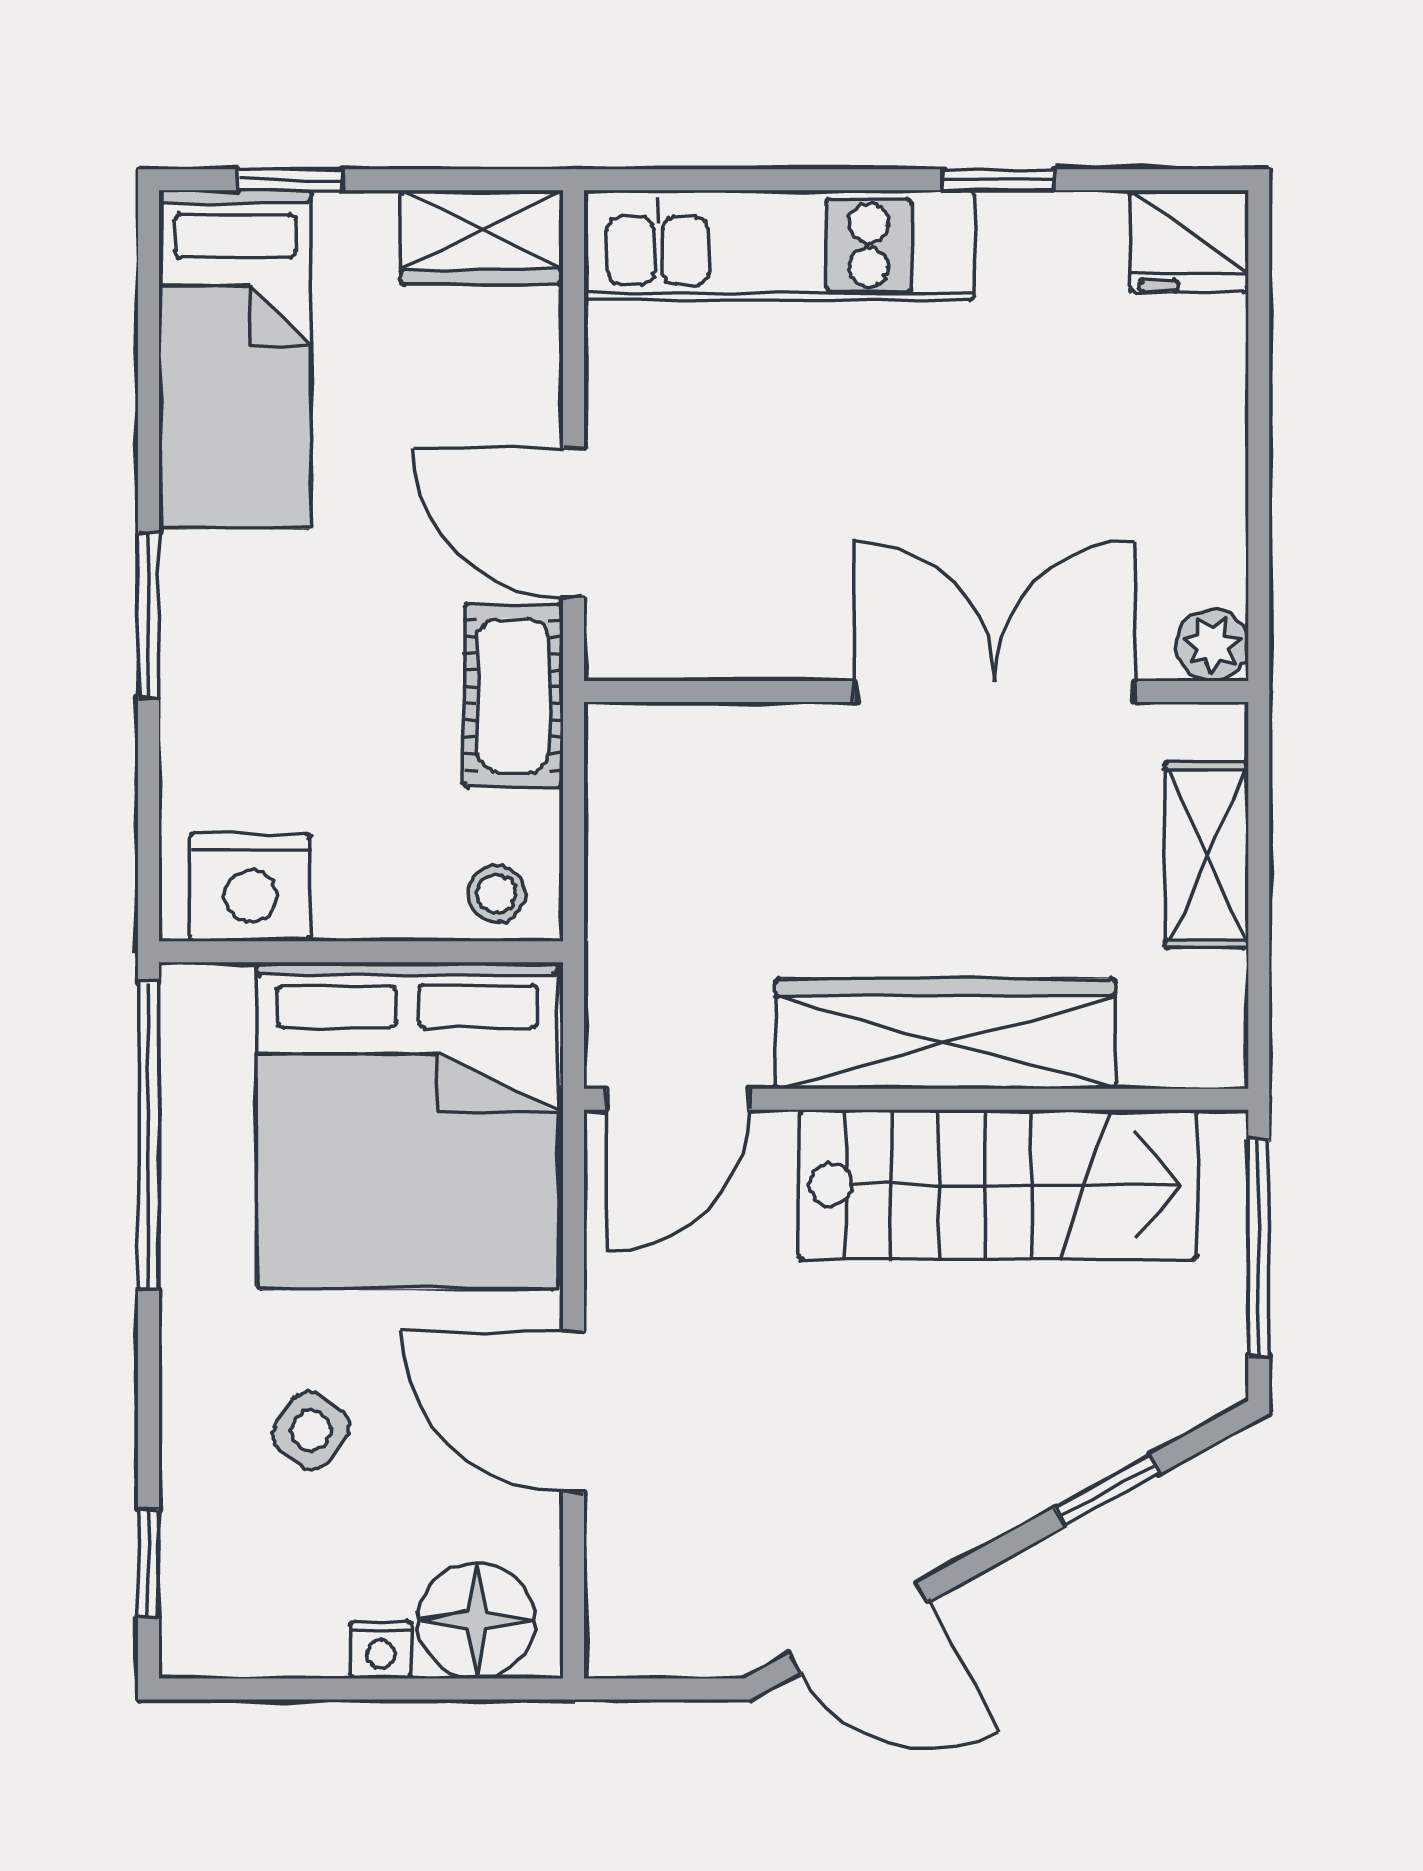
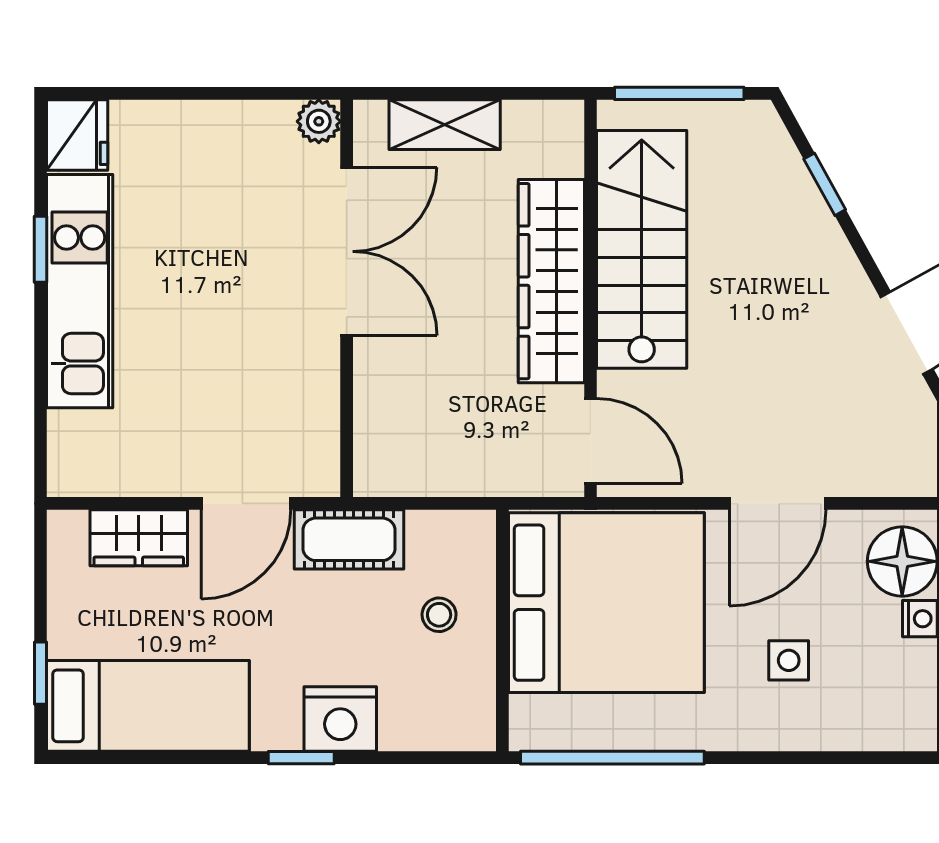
wardrobe: (482, 237) -> (139, 538), moved, turned 90
kitchen unit: (779, 245) -> (80, 291), moved
window: (148, 616) -> (301, 758), width x0.67
double door: (995, 691) -> (347, 251), swing flipped
nightstand: (250, 887) -> (340, 719), moved, turned 90
stool: (497, 894) -> (439, 615), moved
side table: (311, 1431) -> (789, 660), turned -36
window: (148, 1563) -> (868, 758), removed

